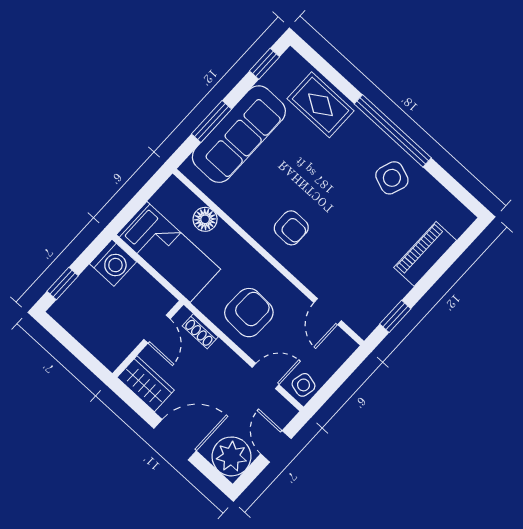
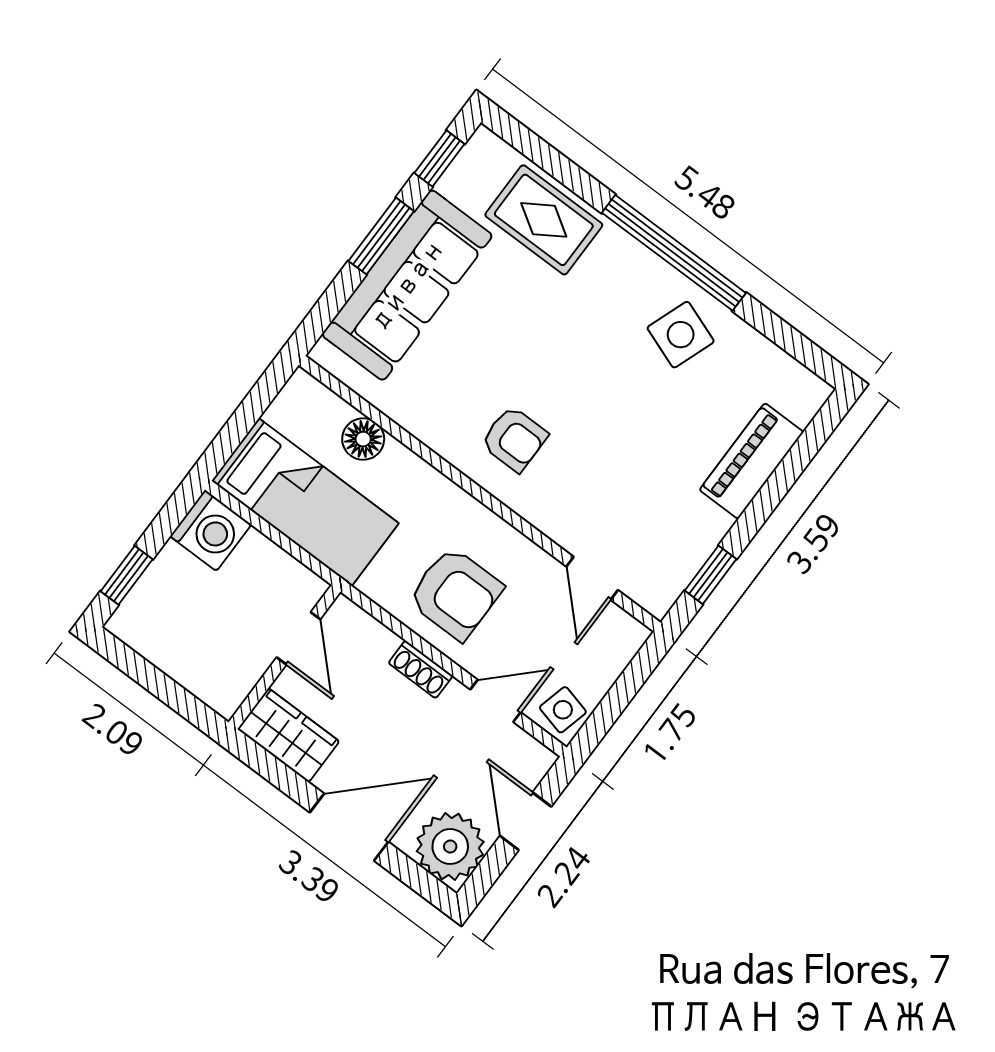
window: (212, 121) -> (381, 236), moved
armchair: (249, 313) -> (455, 593), turned 88
shoe rack: (200, 331) -> (421, 669), moved

